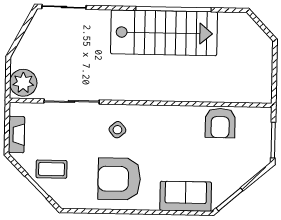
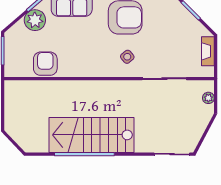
plant: (23, 83) -> (208, 98), width x0.53, depth x0.53
coffee table: (51, 169) -> (179, 24), removed
plant: (232, 178) -> (35, 20), added

